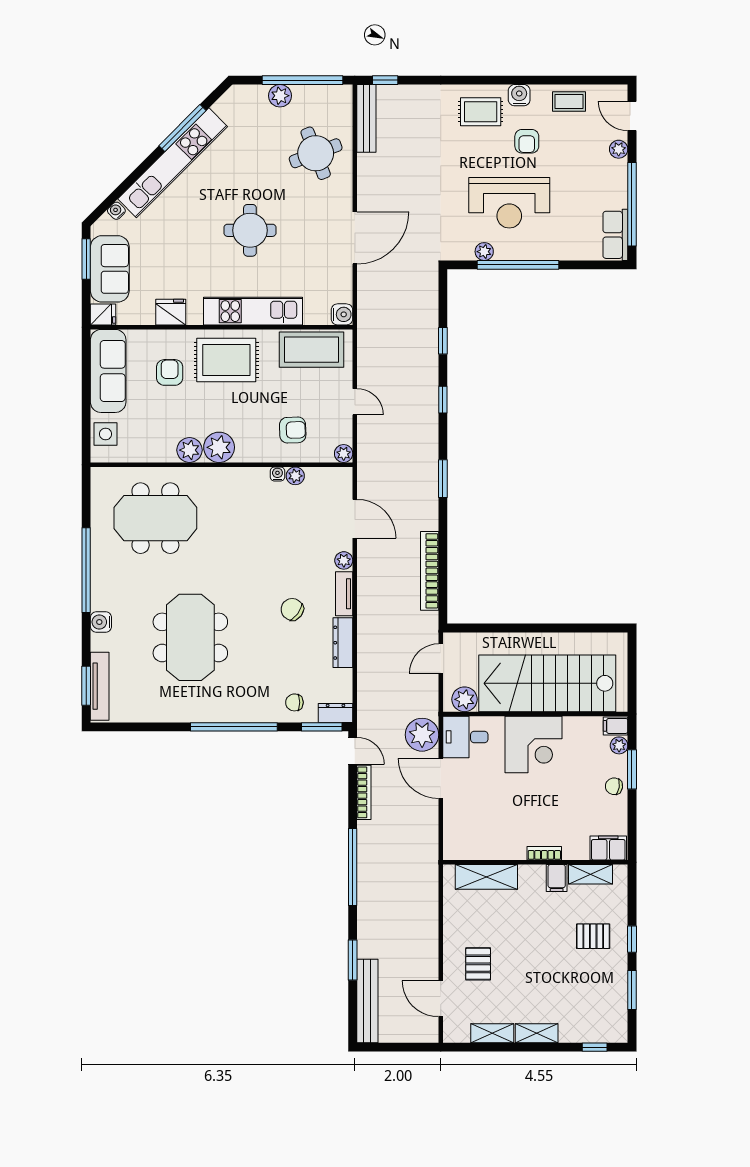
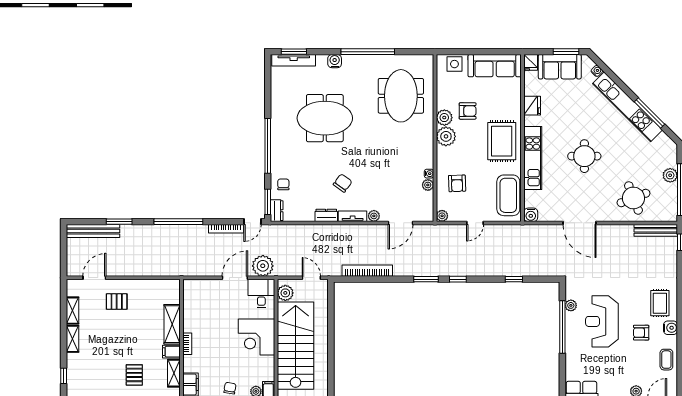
armchair: (170, 372) -> (468, 111), moved
window: (443, 400) -> (458, 279), moved
dresser: (343, 643) -> (326, 215), width x0.70
shelving: (486, 877) -> (172, 324), moved

